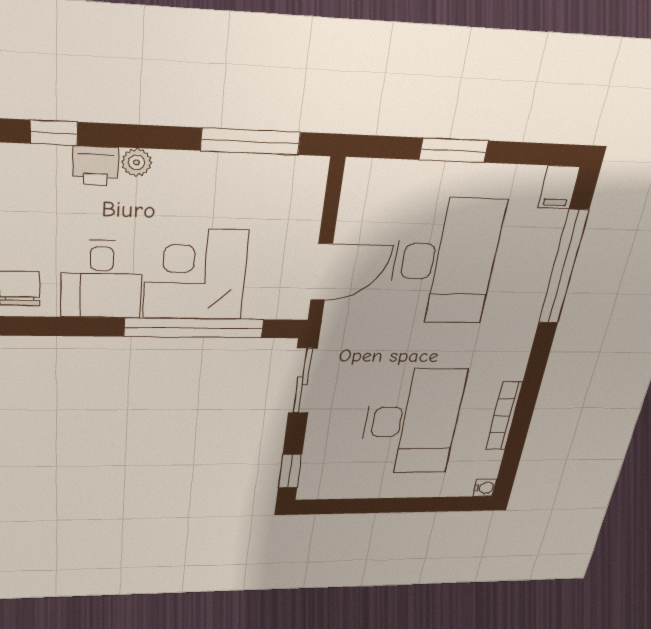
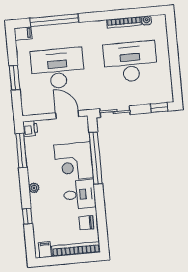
printer: (96, 166) -> (30, 128), moved
water cooler: (485, 488) -> (147, 20), moved

